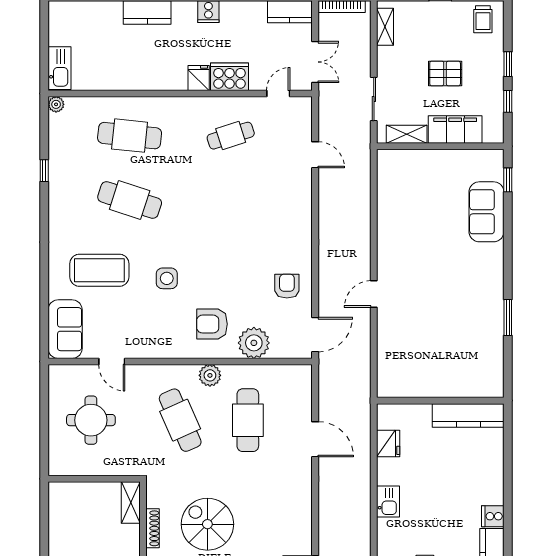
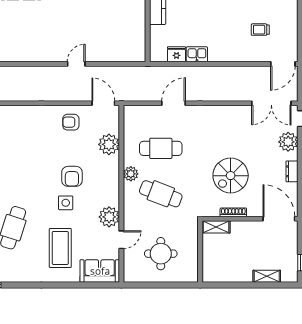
door: (374, 294) -> (76, 64), swing flipped
armchair: (212, 324) -> (72, 176), moved
plant: (146, 343) -> (109, 217), added
cafe table: (180, 420) -> (161, 194), turned 45
kitchen sink: (388, 501) -> (197, 54), moved

